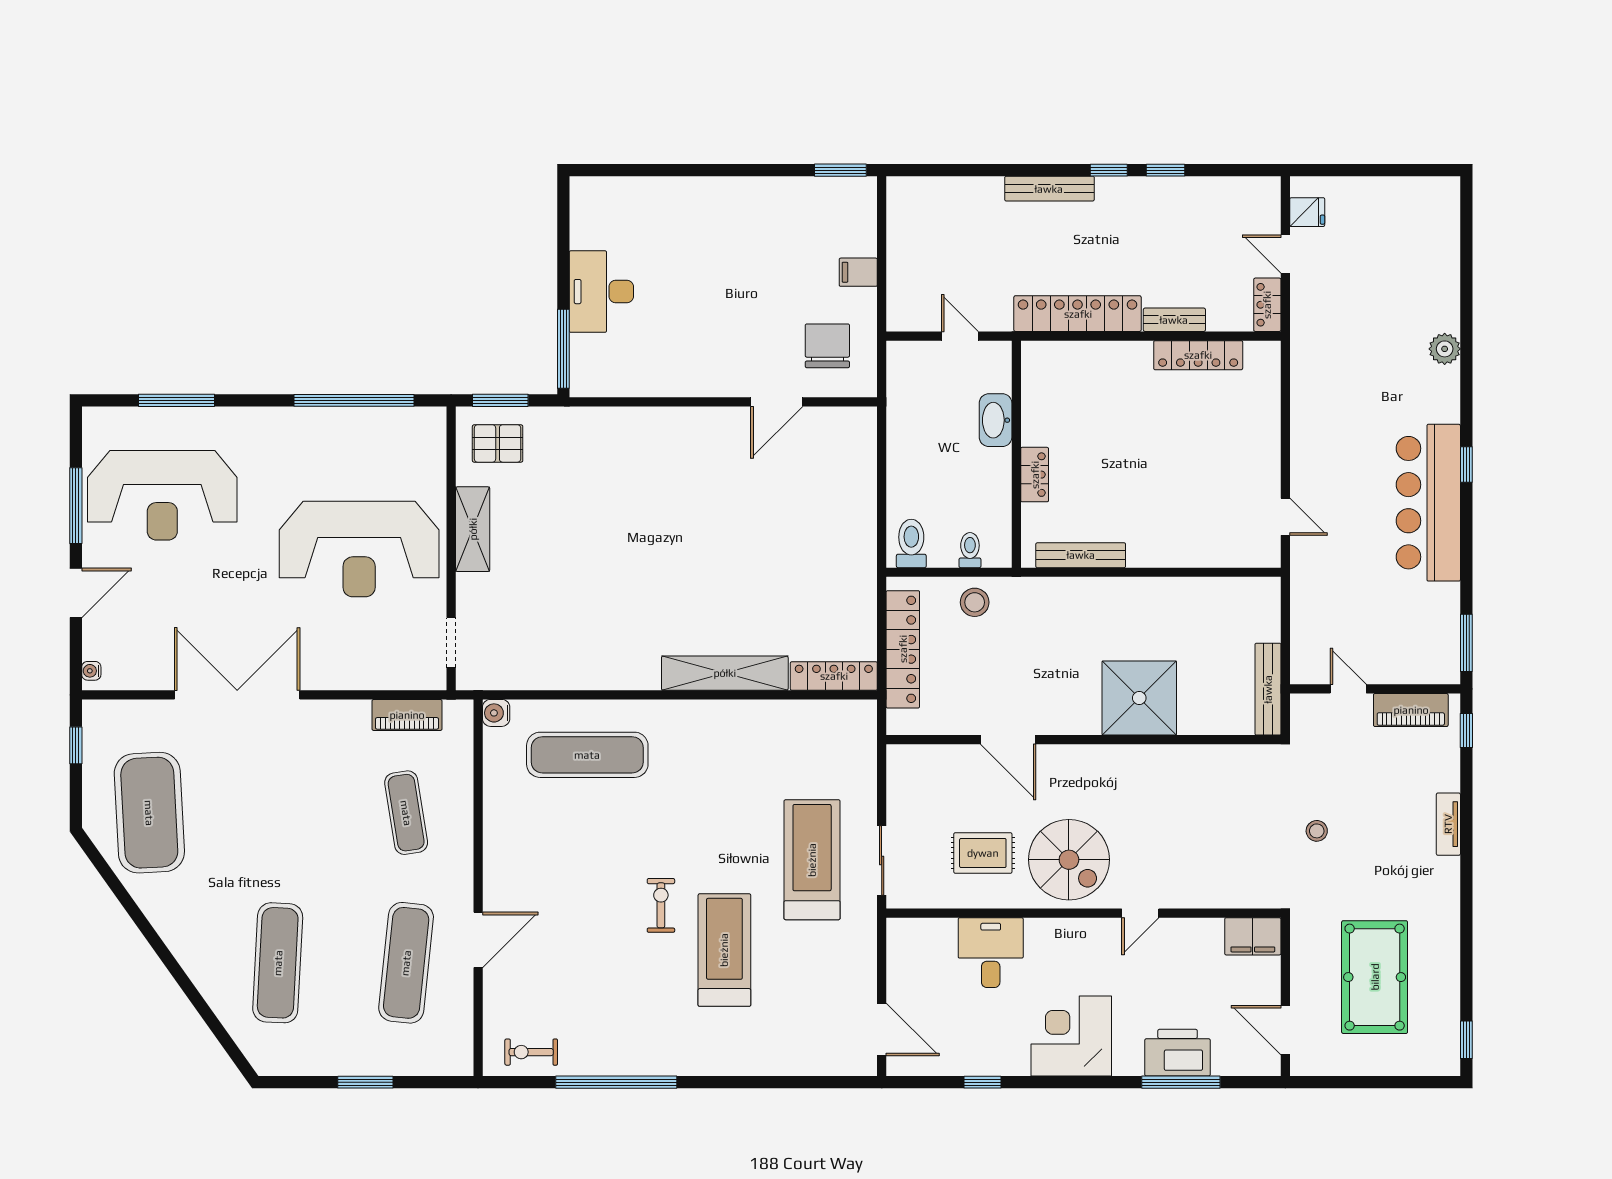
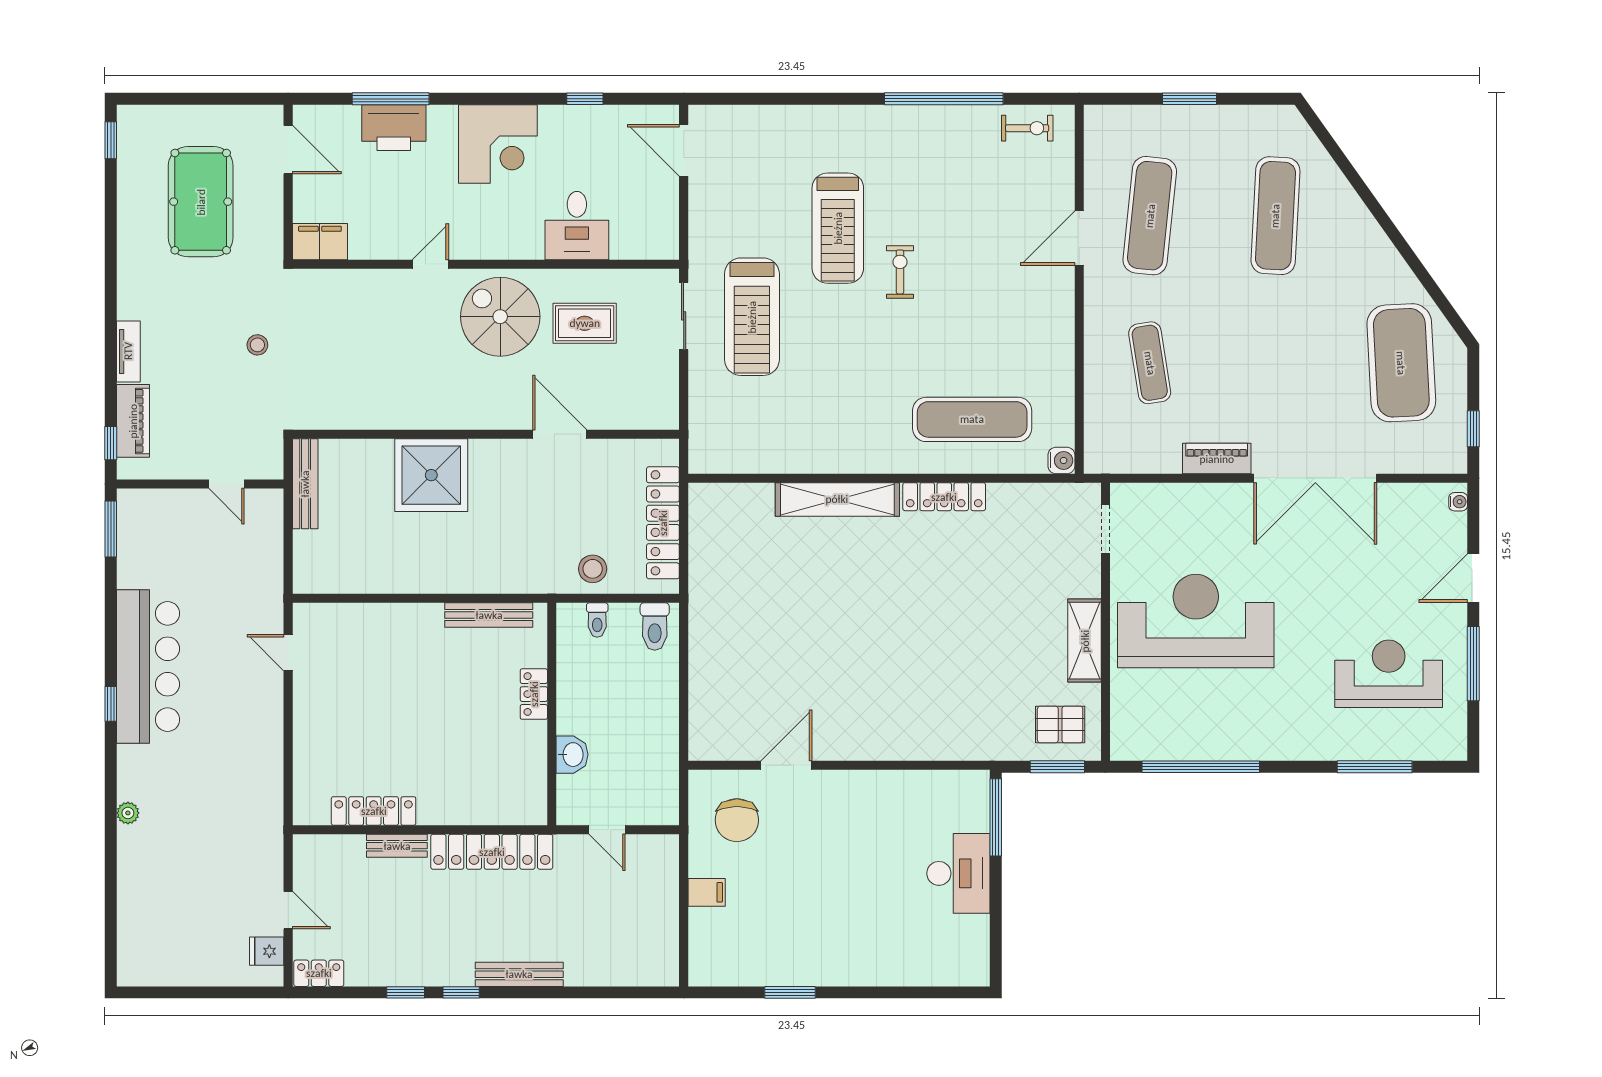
window: (840, 170) -> (790, 992), moved
locker: (1267, 305) -> (319, 973), moved, turned -90
plant: (1445, 349) -> (128, 813), width x0.73, depth x0.73
washbasin: (996, 420) -> (572, 755), width x0.72
reception desk: (162, 495) -> (1389, 674), width x0.74, depth x0.77
locker: (834, 676) -> (944, 497), moved
piano: (1411, 710) -> (133, 421), moved, turned 90
piano: (407, 715) -> (1217, 459), moved
exercise bike: (661, 905) -> (900, 272), turned 180

